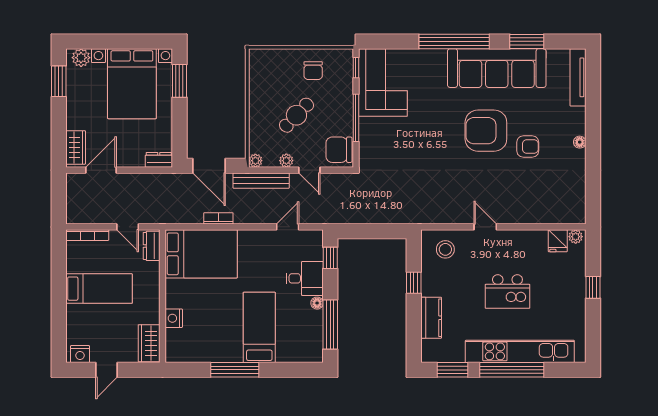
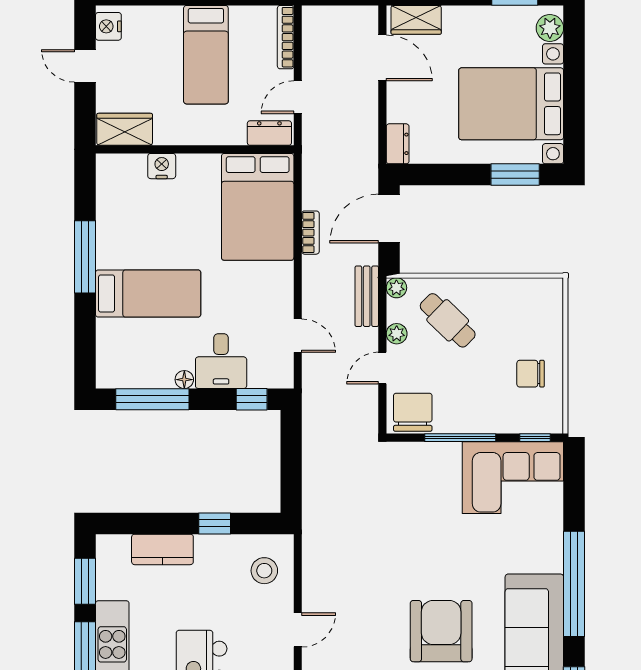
cafe table: (296, 115) -> (448, 320), moved
bench: (261, 181) -> (367, 296), width x0.73

